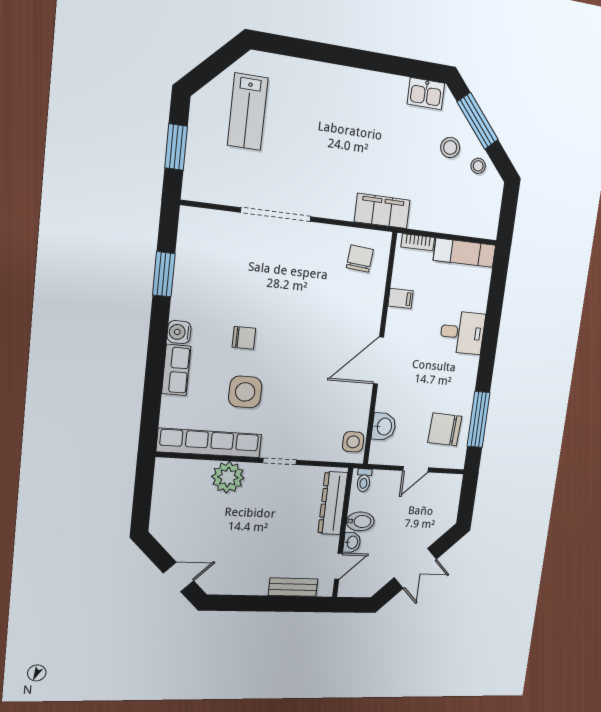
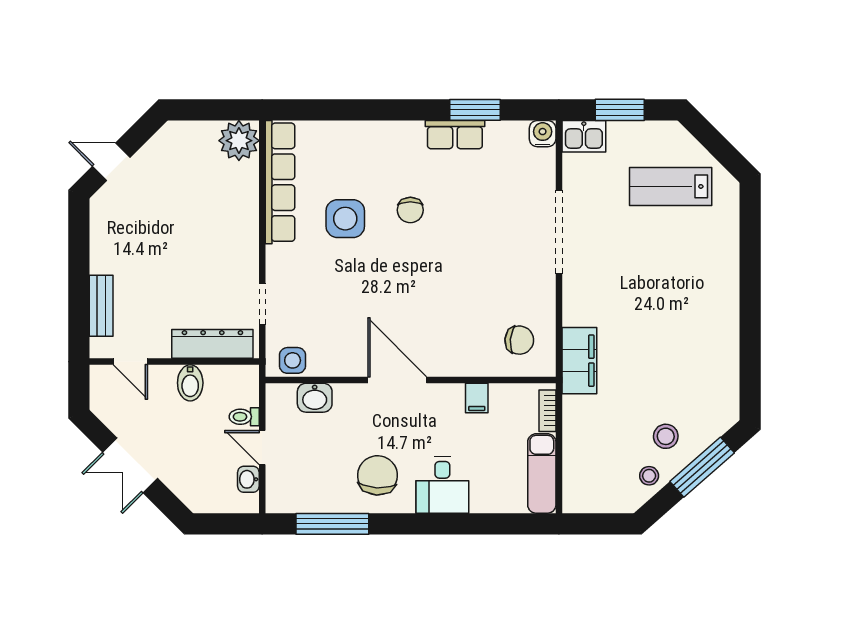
kitchen sink: (426, 94) -> (584, 136), moved, turned -90
water cooler: (179, 332) -> (543, 134), moved
row of seats: (176, 370) -> (455, 135), moved
chair: (445, 429) -> (377, 475), moved
doorway: (280, 461) -> (262, 304), moved
plant: (228, 477) -> (239, 141), moved
toilet: (364, 480) -> (244, 417), moved
washbasin: (352, 542) -> (248, 479), moved, turned 90
door: (178, 577) -> (111, 162), swing flipped

